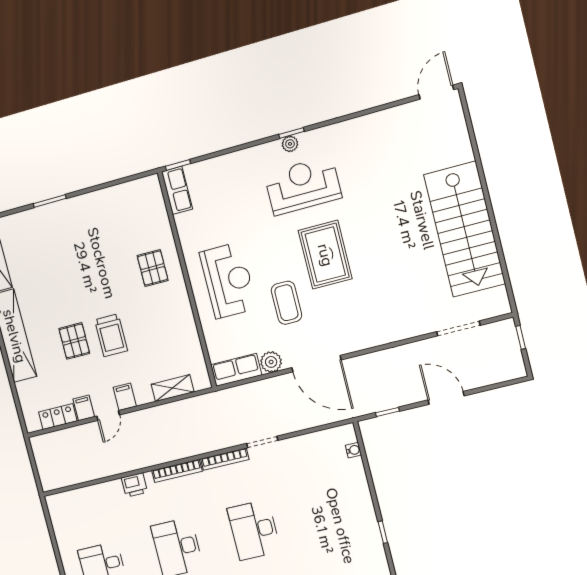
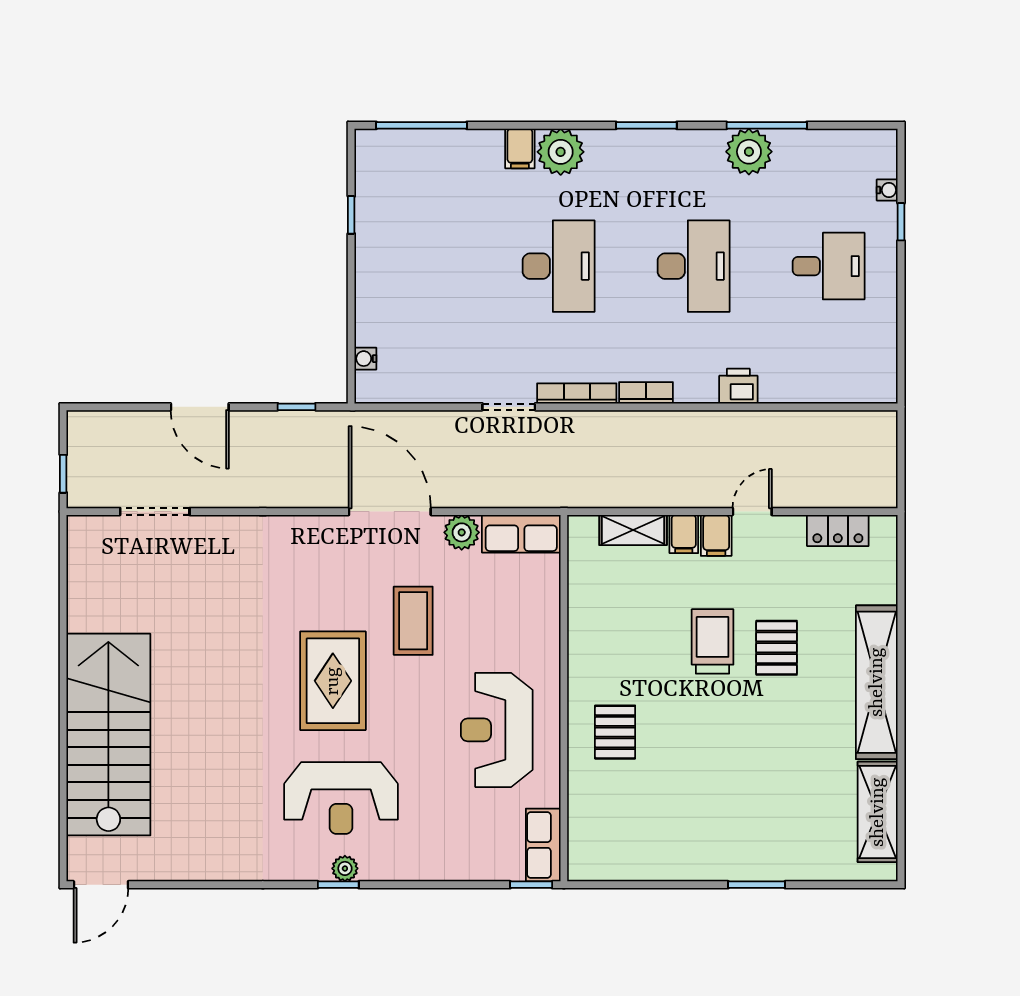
stairs: (465, 229) -> (108, 735), moved
reception desk: (228, 280) -> (497, 730), moved
filing cabinet: (84, 408) -> (684, 534), moved
bookcase: (177, 471) -> (646, 393), width x0.64

